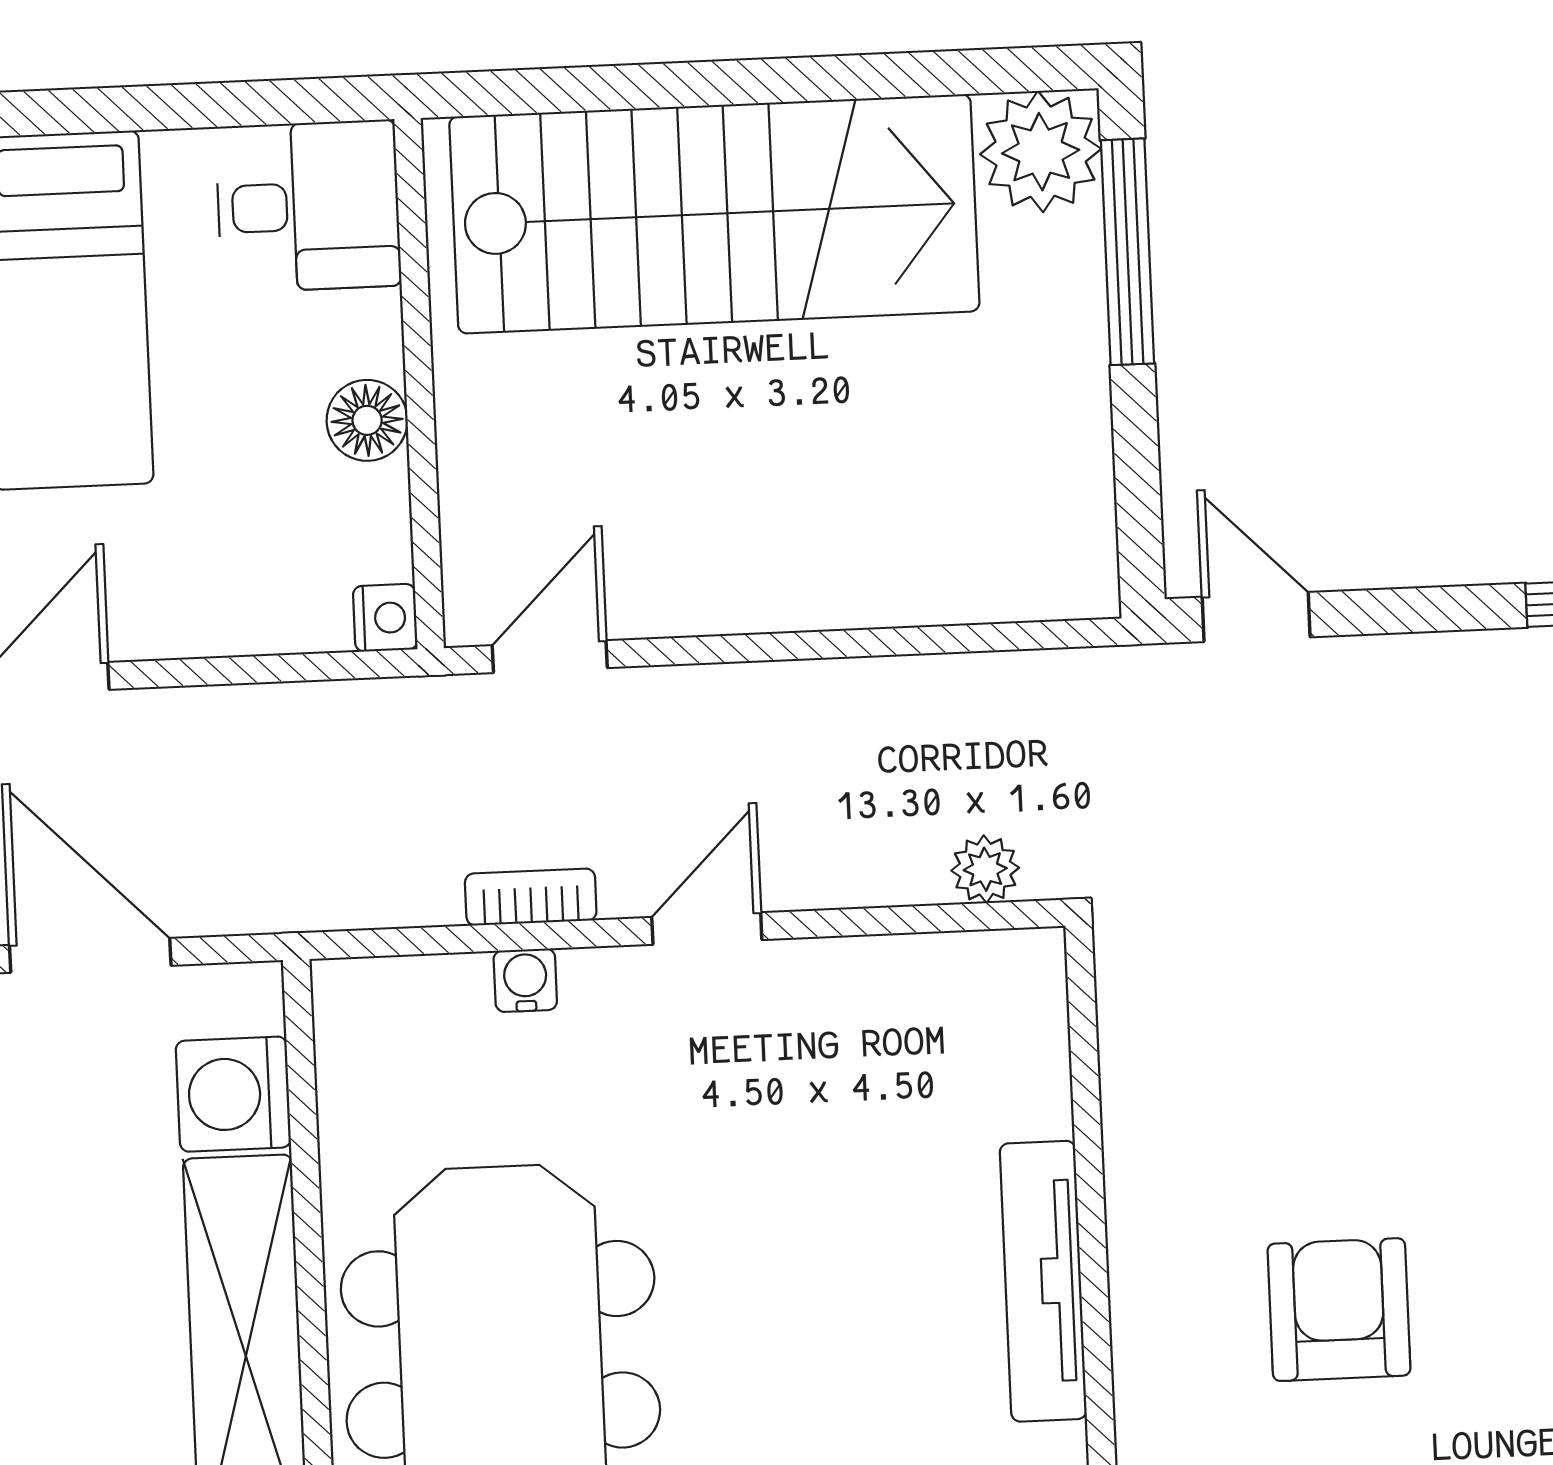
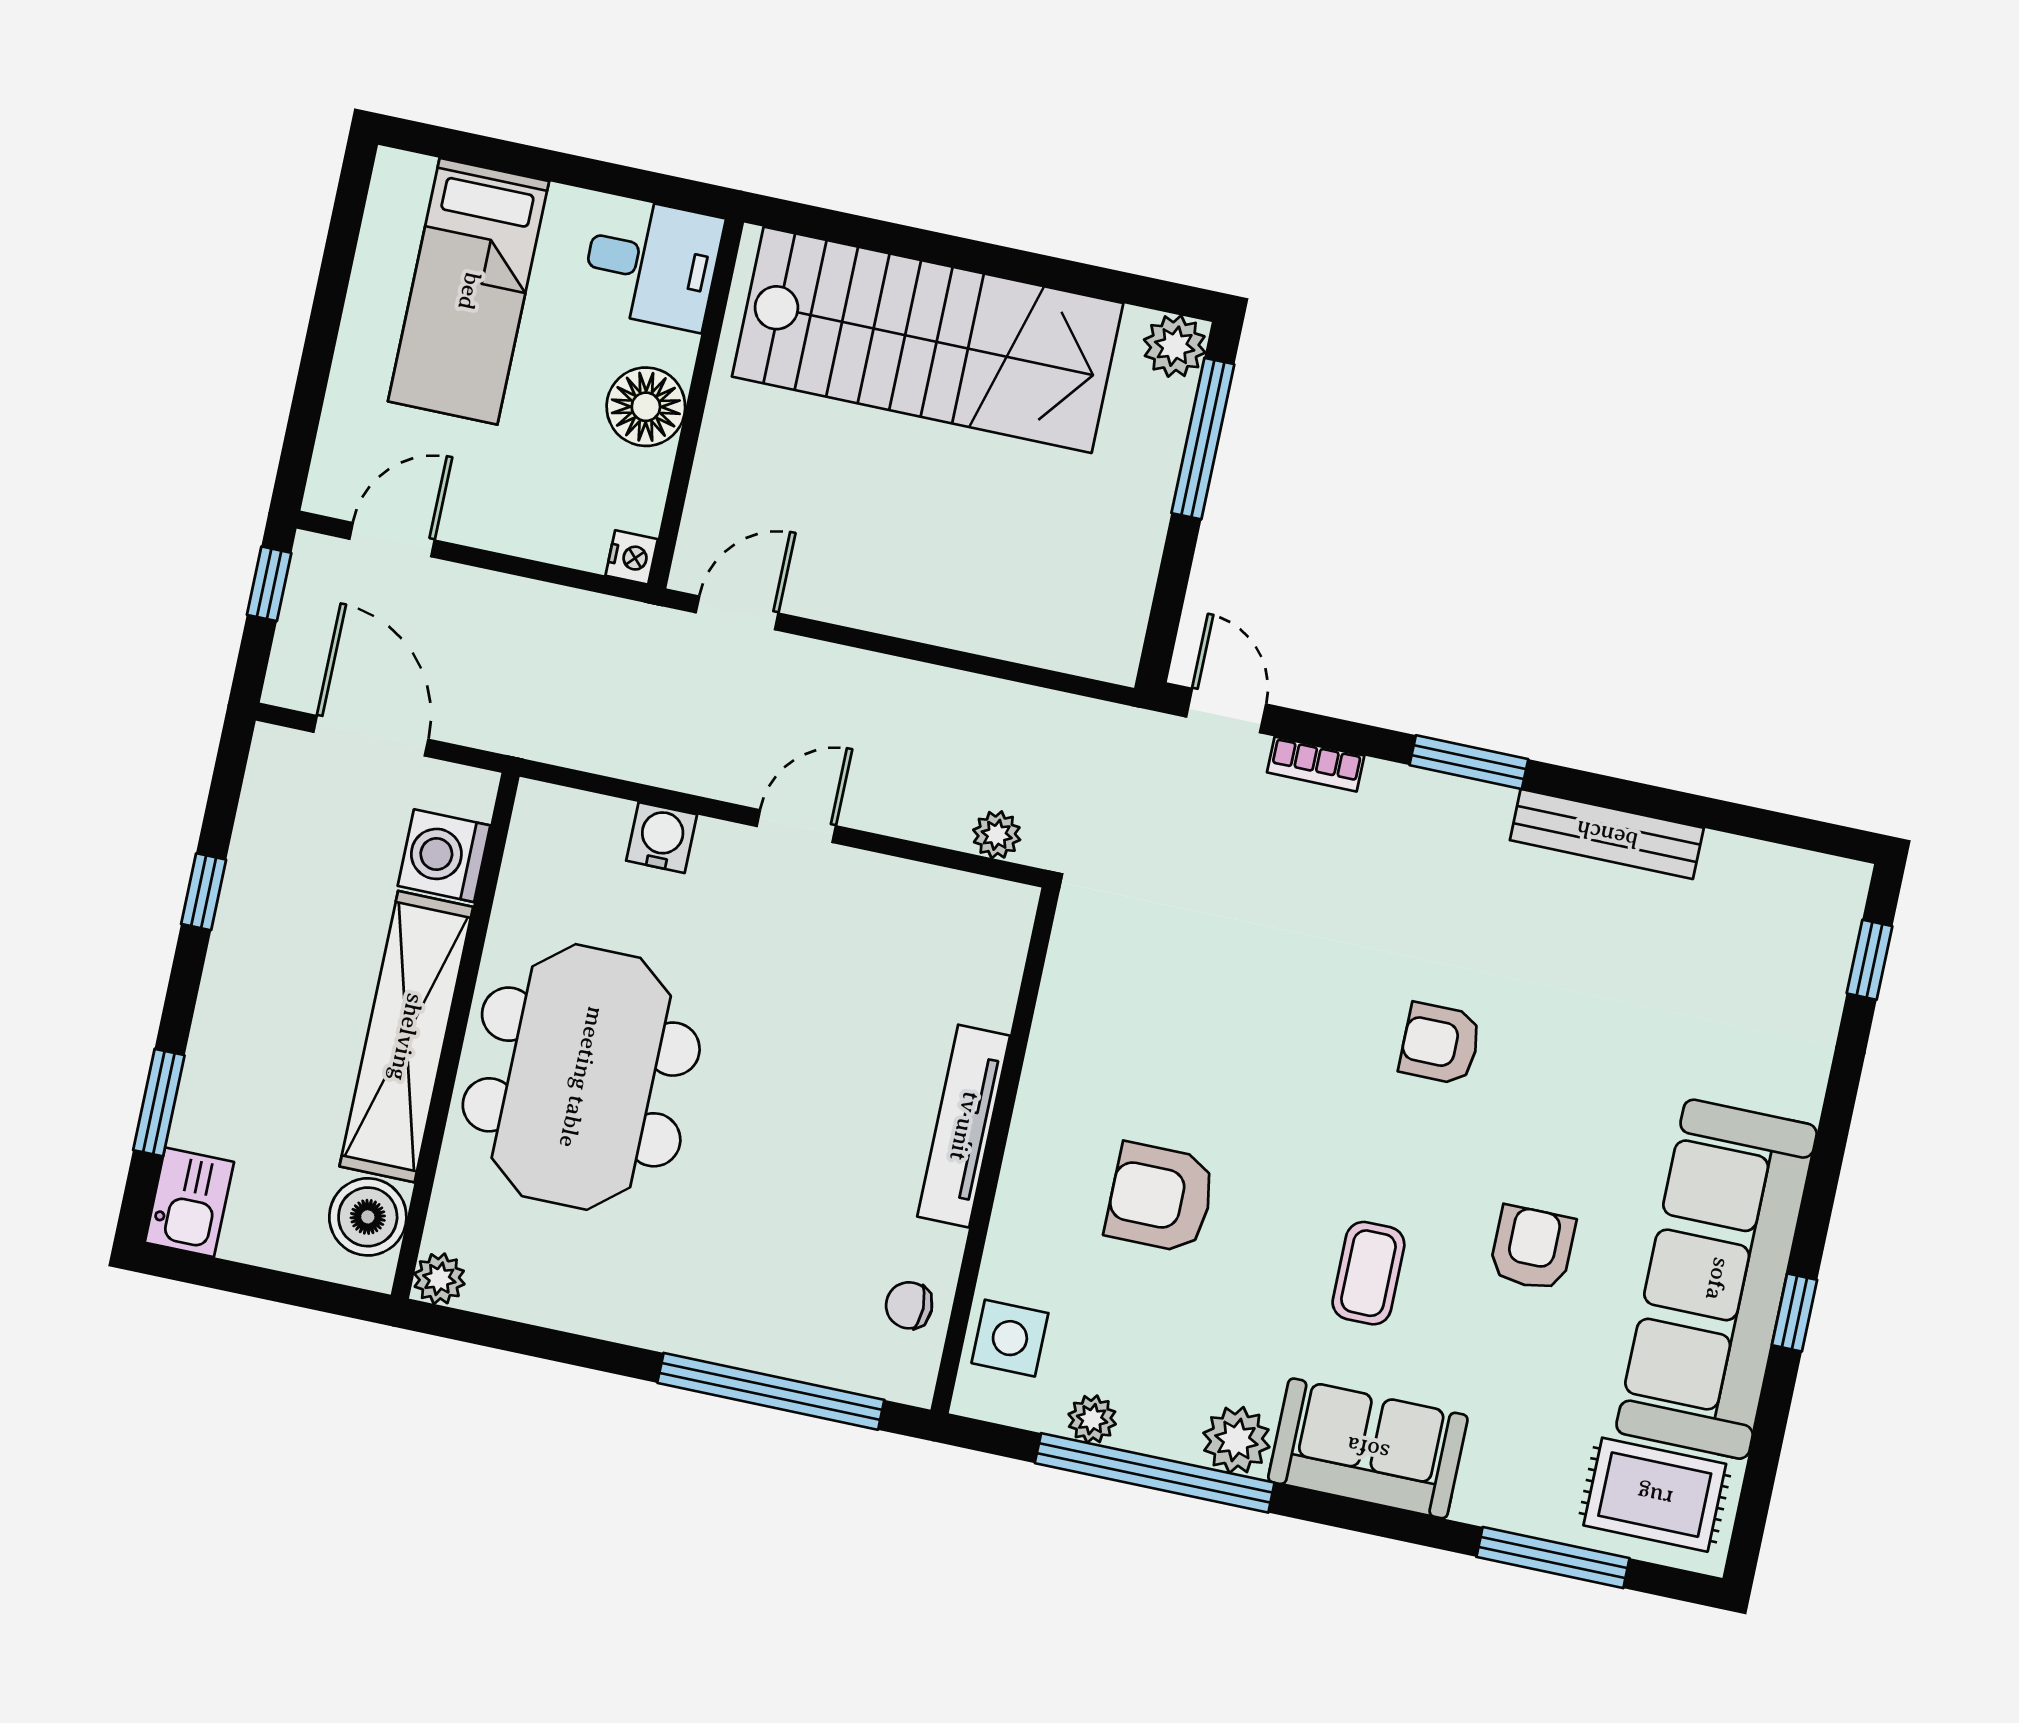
plant: (1041, 152) -> (1175, 346), width x0.73, depth x0.73
floor lamp: (367, 420) -> (646, 407), width x1.38, depth x1.38
bookcase: (531, 897) -> (1316, 764), moved, turned 180
water cooler: (525, 980) -> (662, 838), width x1.38, depth x1.38
armchair: (1339, 1310) -> (1160, 1198), turned -90

